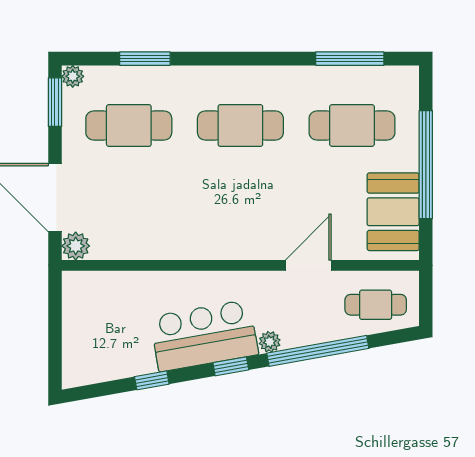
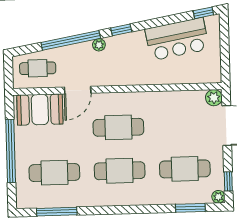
window: (145, 59) -> (190, 208), moved
window: (55, 102) -> (228, 181), width x0.67
cafe table: (240, 200) -> (118, 127), added
booth: (393, 212) -> (40, 110), moved, turned 90
bar counter: (204, 336) -> (177, 39), moved
window: (152, 380) -> (203, 13), moved

